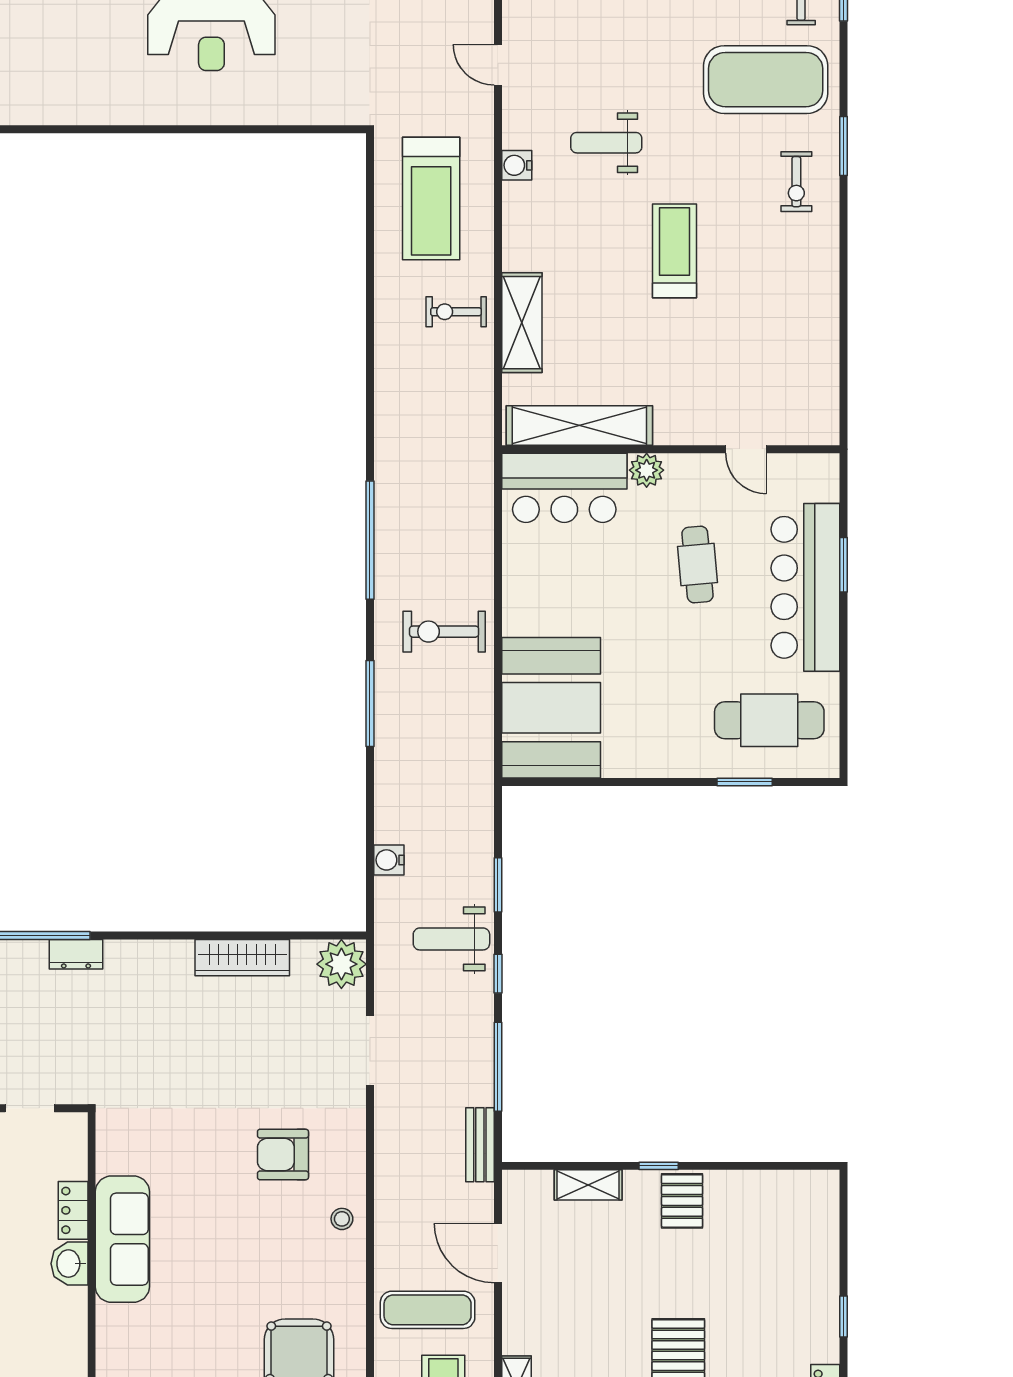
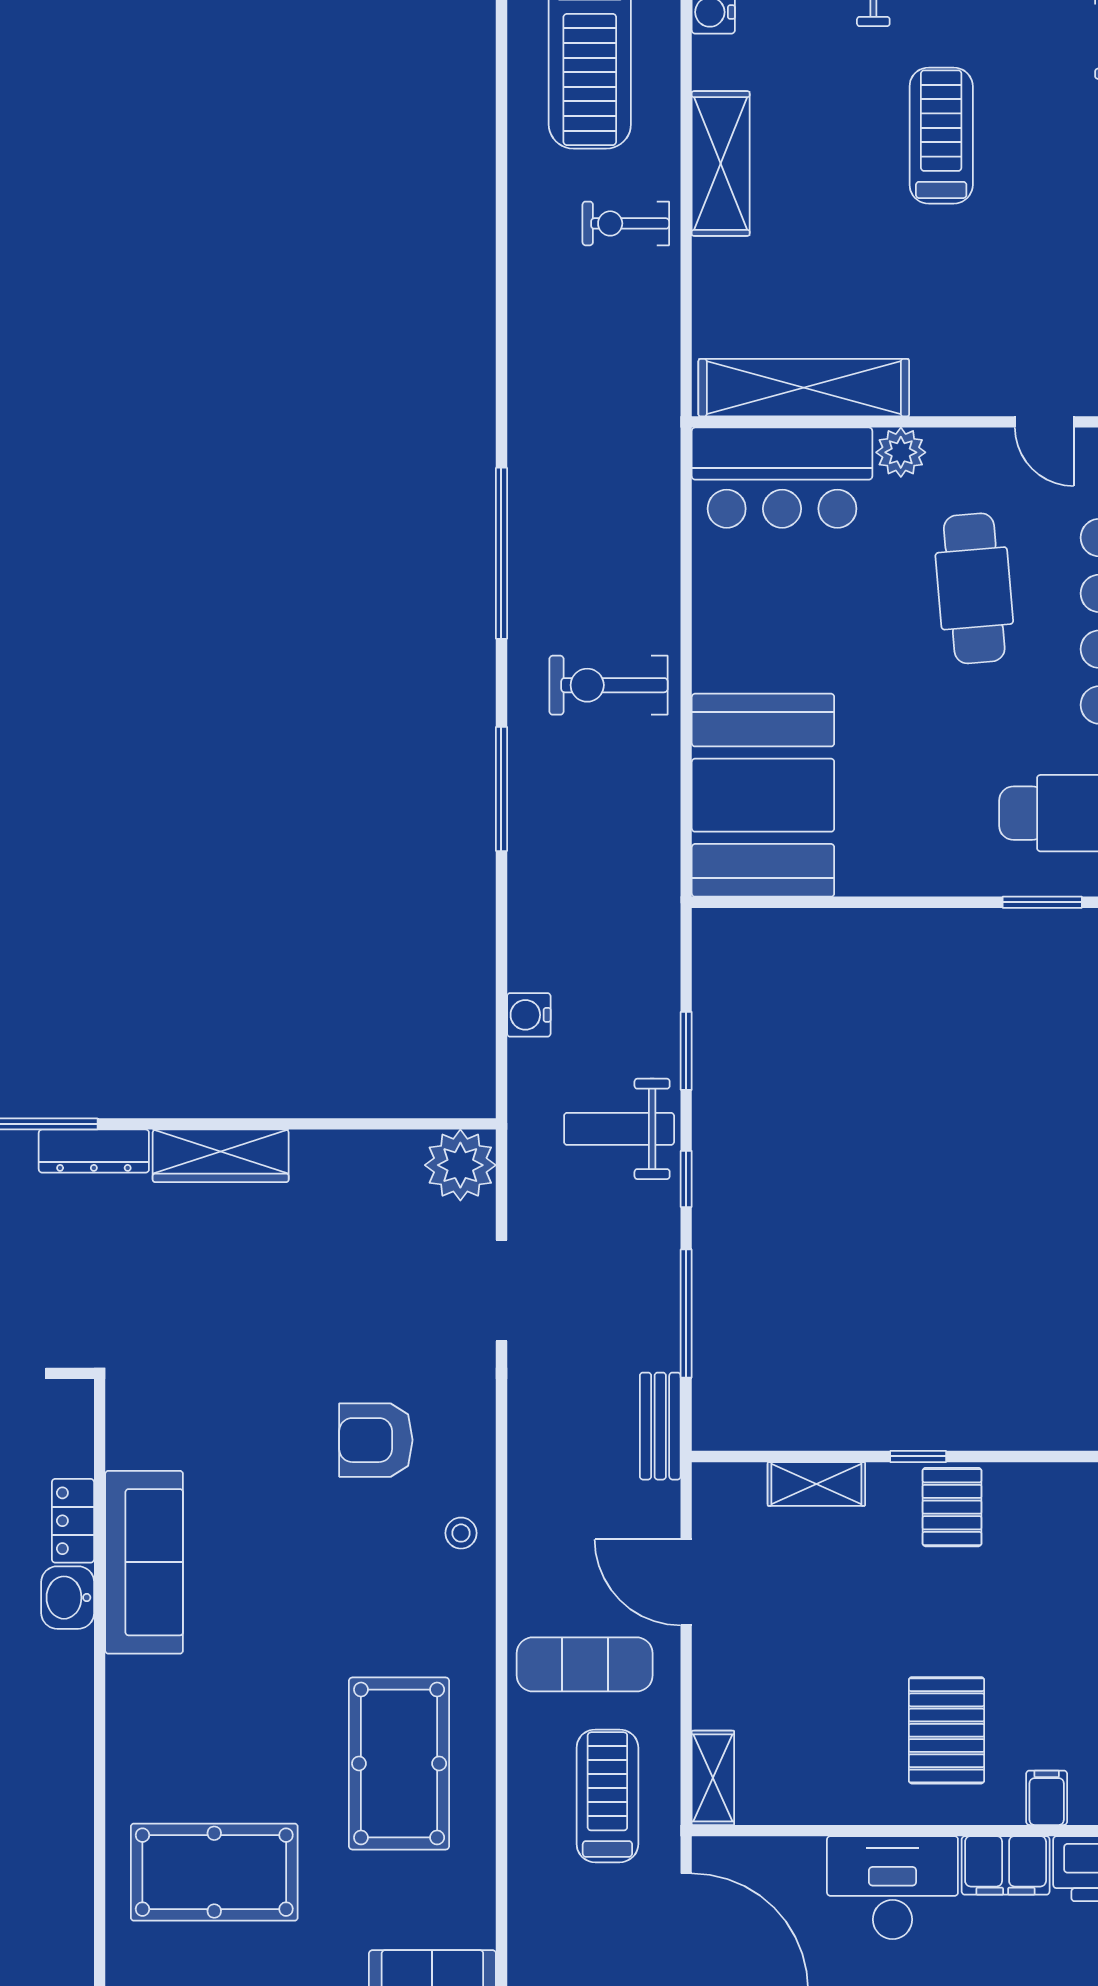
shelving: (522, 323) -> (721, 164), moved
cafe table: (697, 565) -> (974, 588), width x1.37, depth x1.35
dresser: (76, 954) -> (94, 1151), width x1.44
wardrobe: (242, 958) -> (221, 1156), moved

